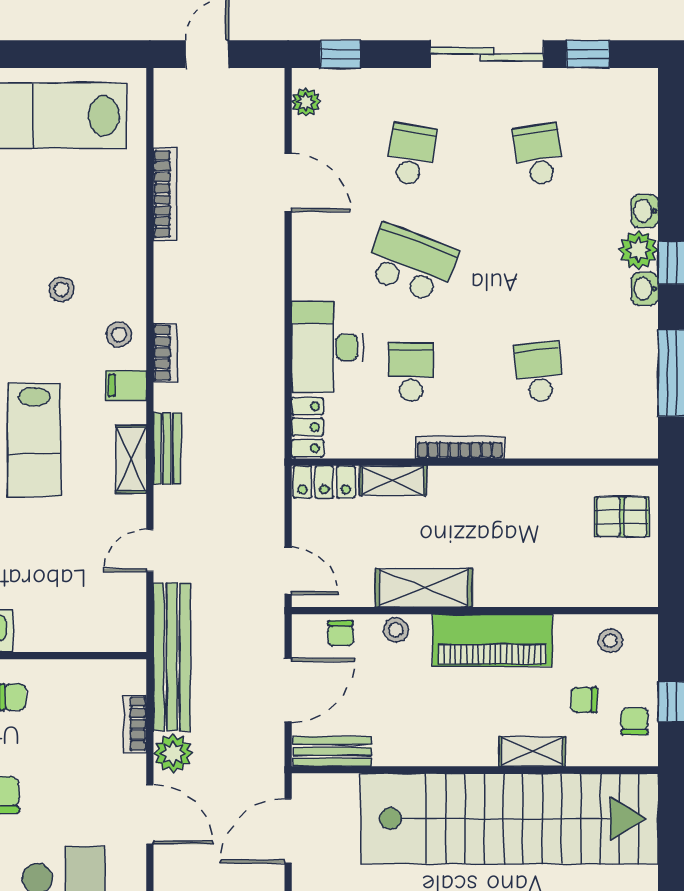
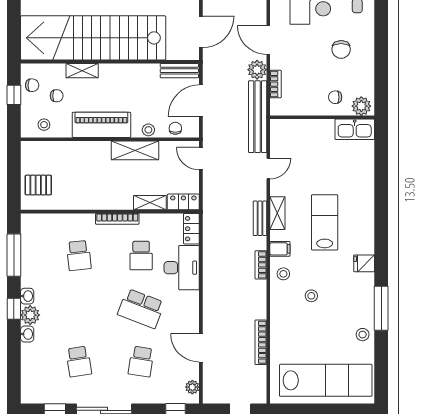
chair: (635, 721) -> (32, 85), turned -89

